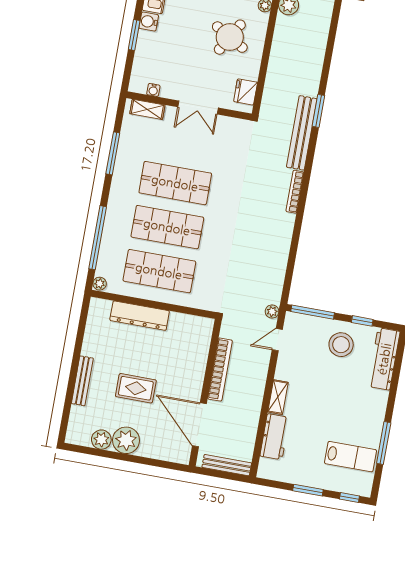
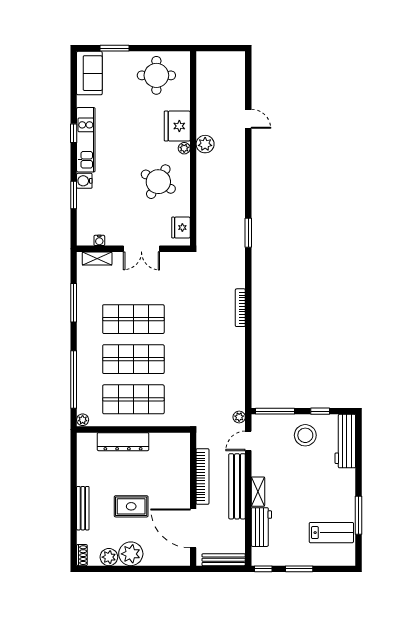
bench: (302, 133) -> (237, 486), moved
shoe rack: (72, 432) -> (82, 555), added
window: (349, 498) -> (263, 569), moved

